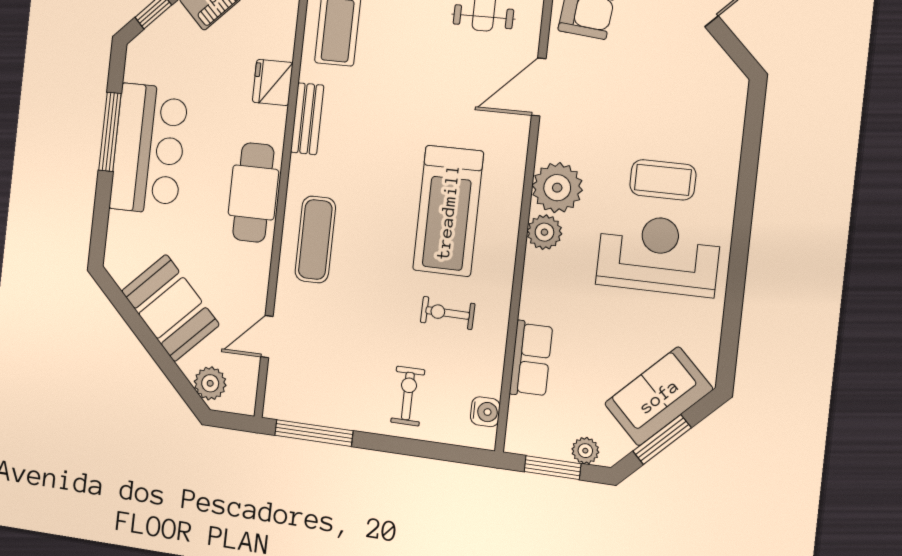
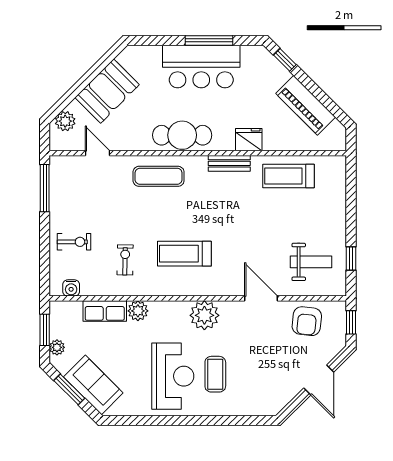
treadmill: (448, 211) -> (184, 254), width x0.73, depth x0.73
plant: (544, 232) -> (138, 311), moved

